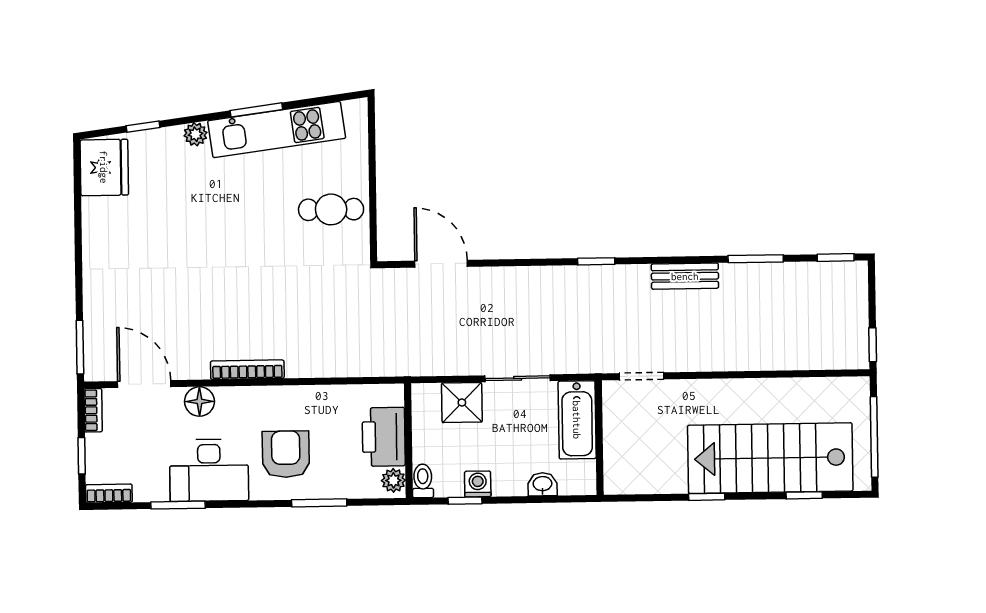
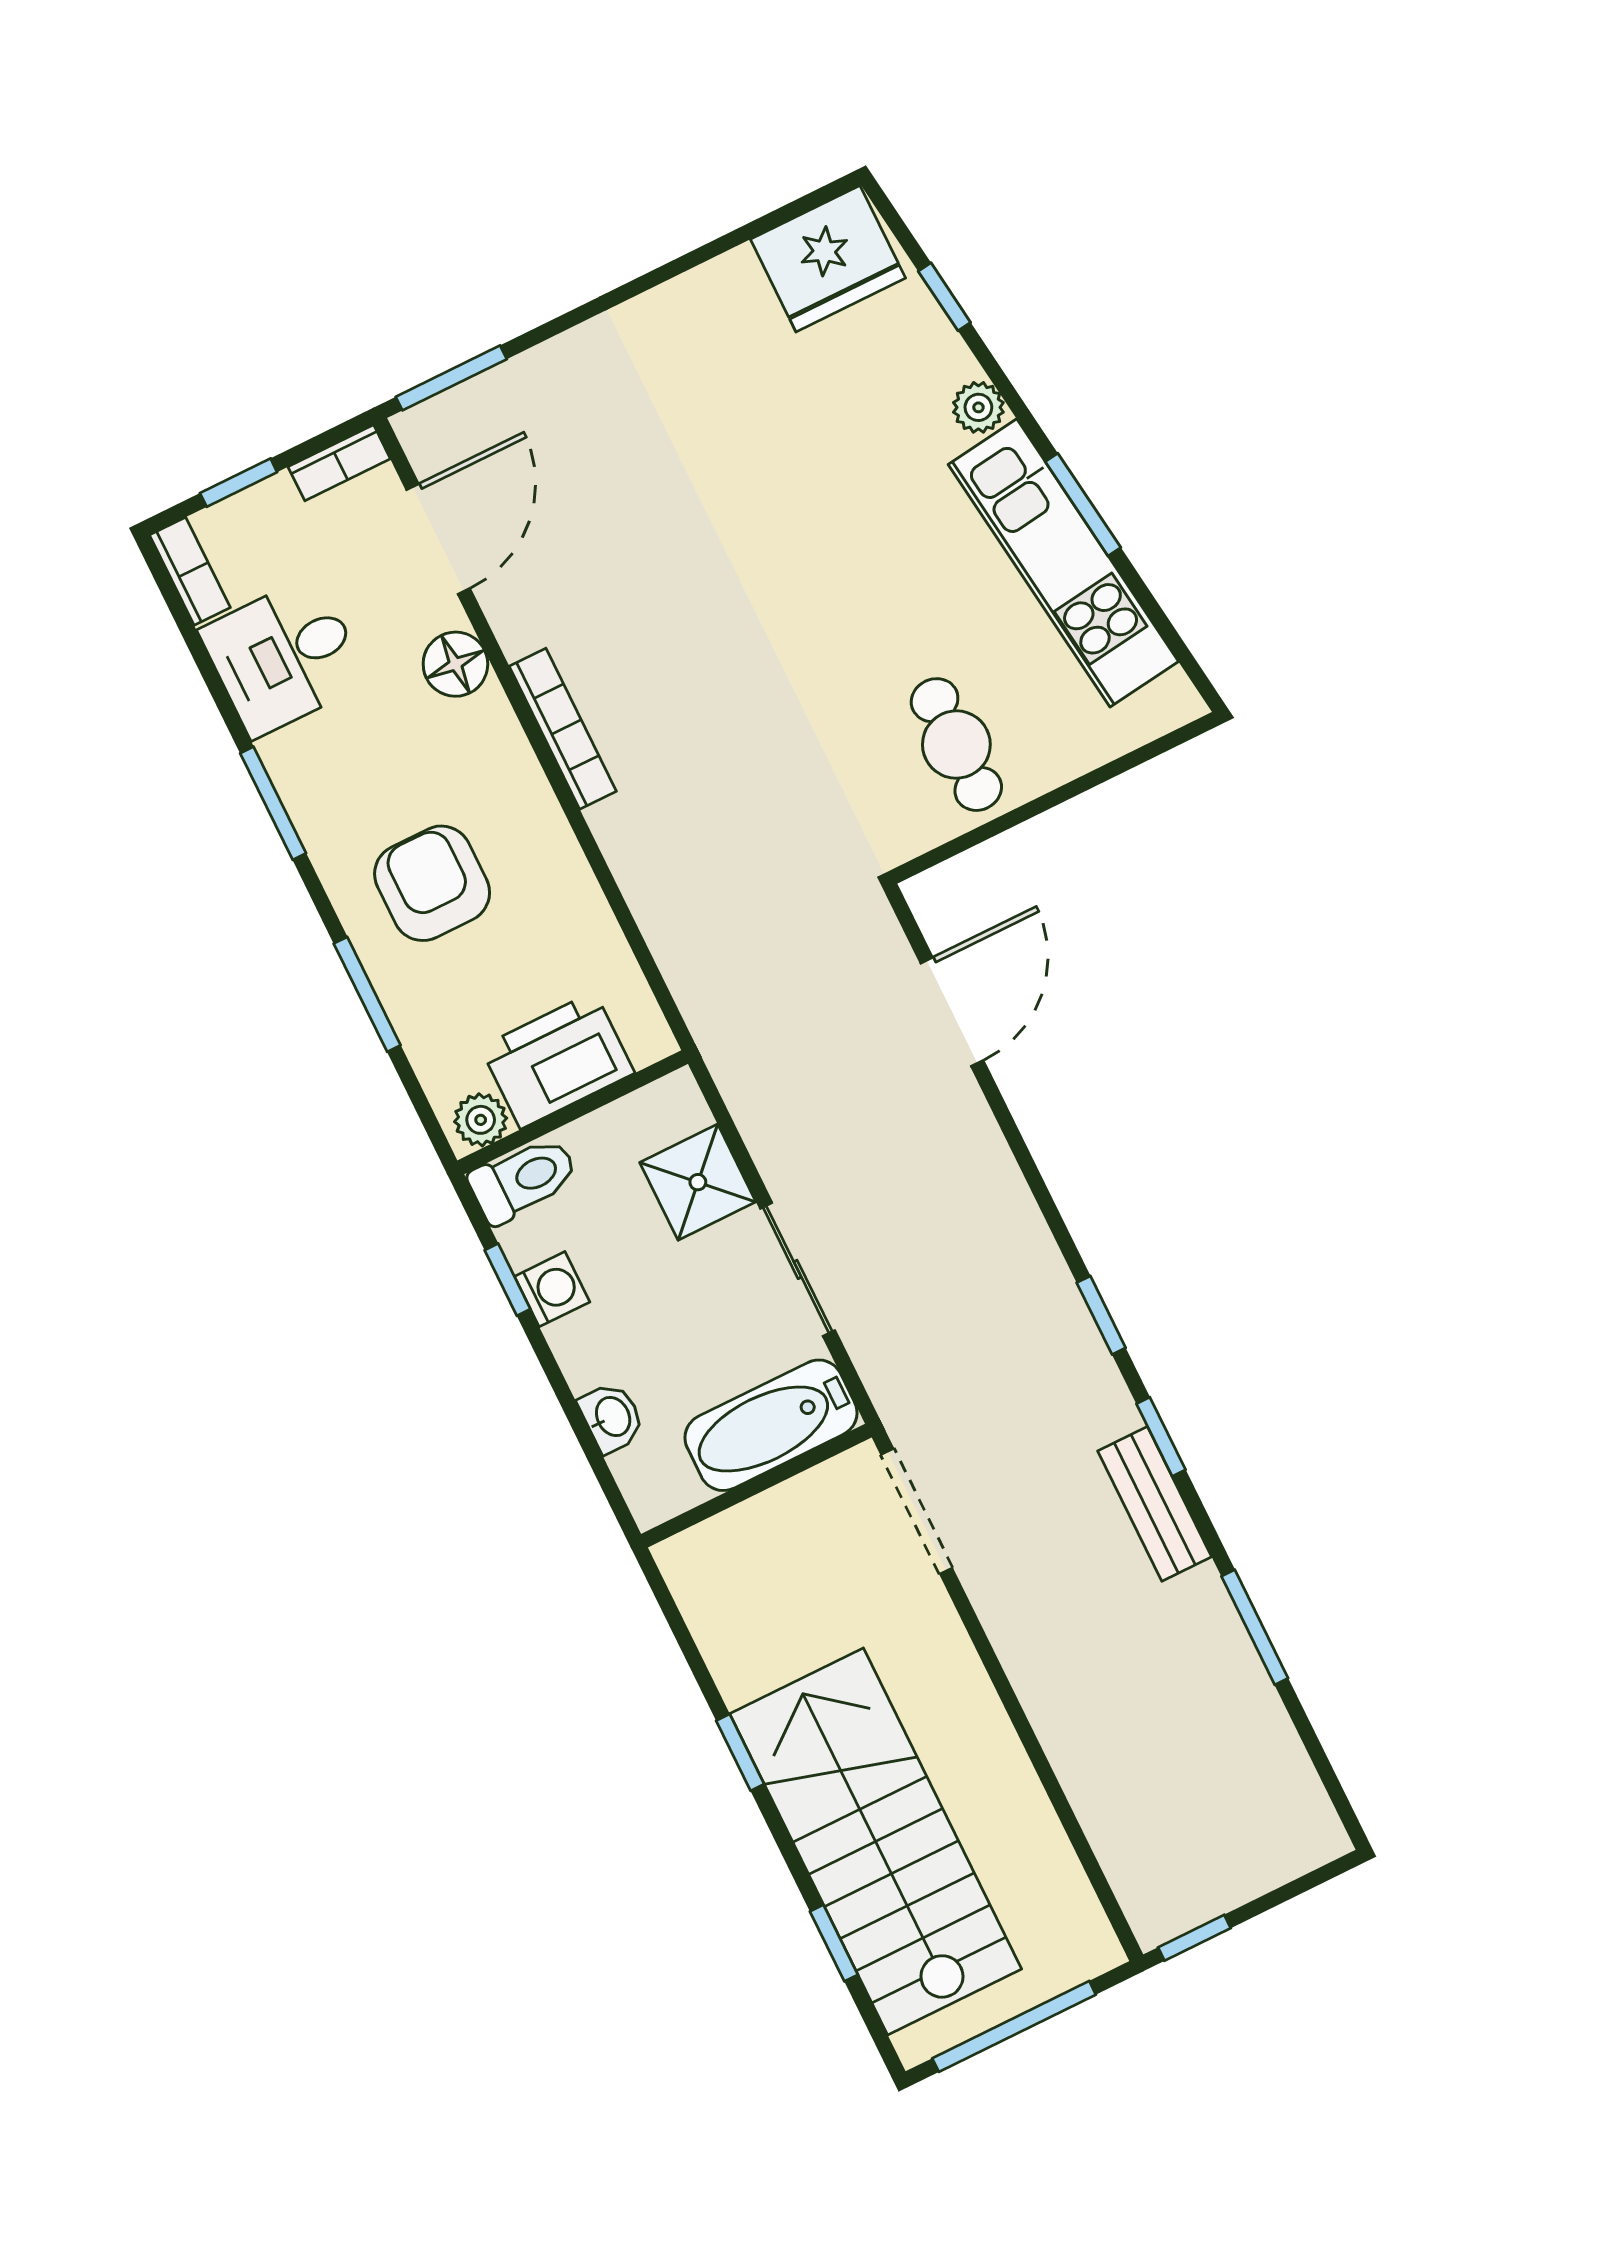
window: (836, 258) -> (1161, 1437), moved
doorway: (641, 376) -> (917, 1511), width x1.38
armchair: (286, 454) -> (432, 883), turned -90
desk: (209, 470) -> (284, 656), moved, width x0.73
toilet: (423, 481) -> (523, 1179), width x1.37, depth x1.39
window: (178, 505) -> (273, 803), moved

